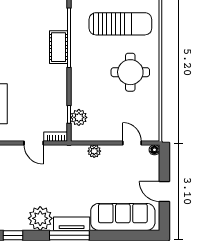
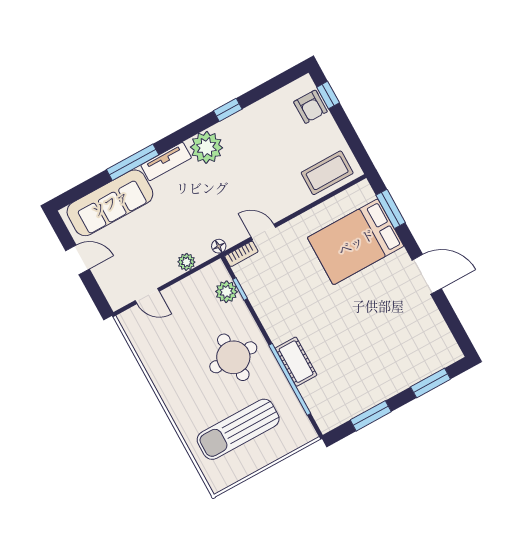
round table: (130, 72) -> (233, 357), moved
floor lamp: (154, 150) -> (219, 246), moved
window: (69, 235) -> (133, 162), moved

